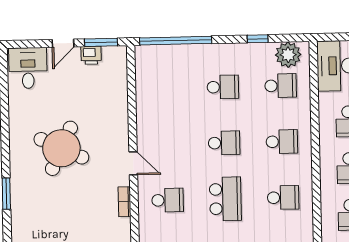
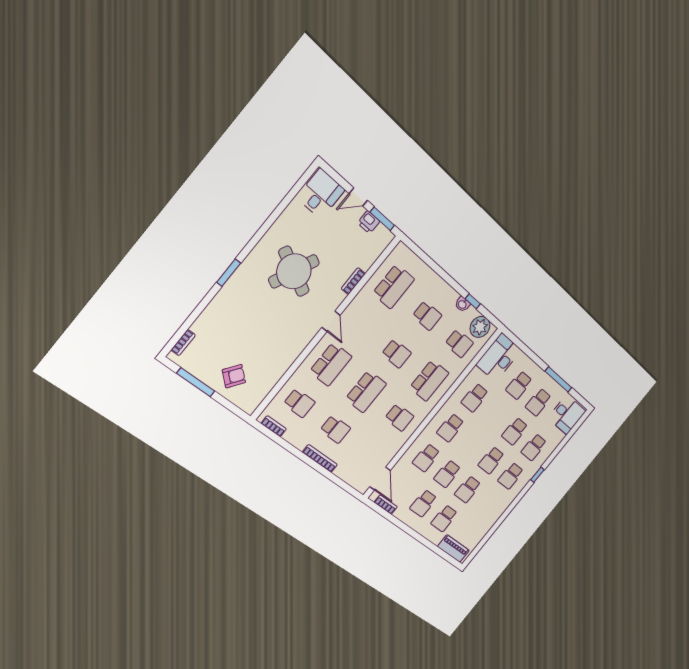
window: (176, 41) -> (427, 260), removed
washbasin: (249, 50) -> (462, 304), added
school desk: (165, 88) -> (394, 286), added
school desk: (282, 142) -> (429, 380), width x1.85
school desk: (168, 200) -> (331, 364), width x1.85
bookcase: (125, 202) -> (353, 281), moved

